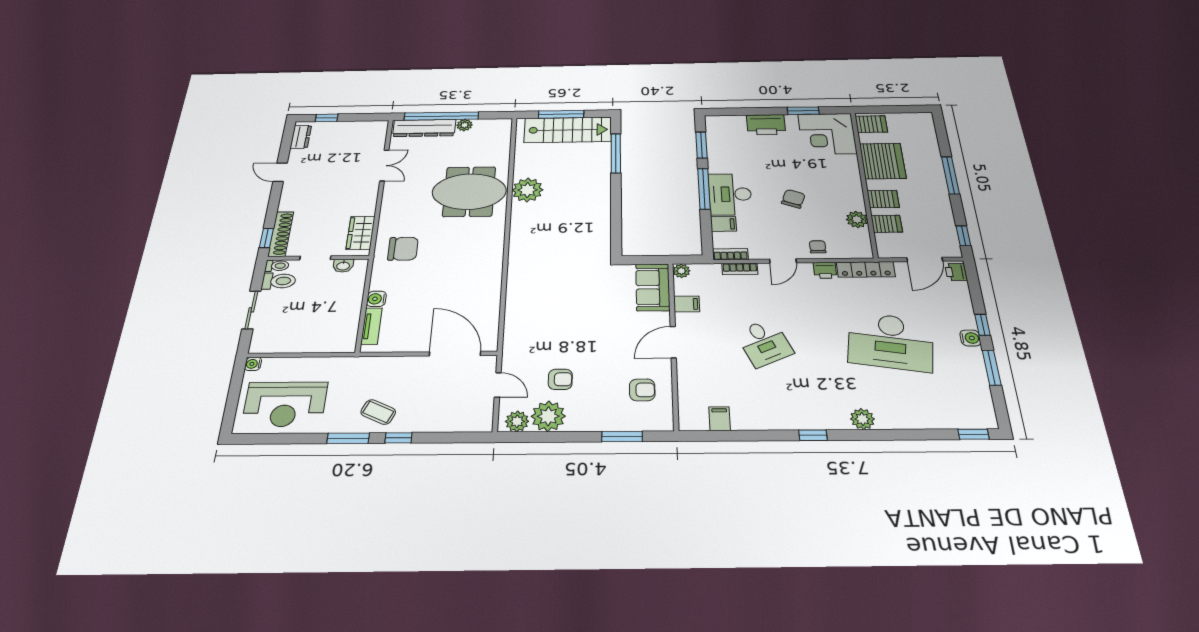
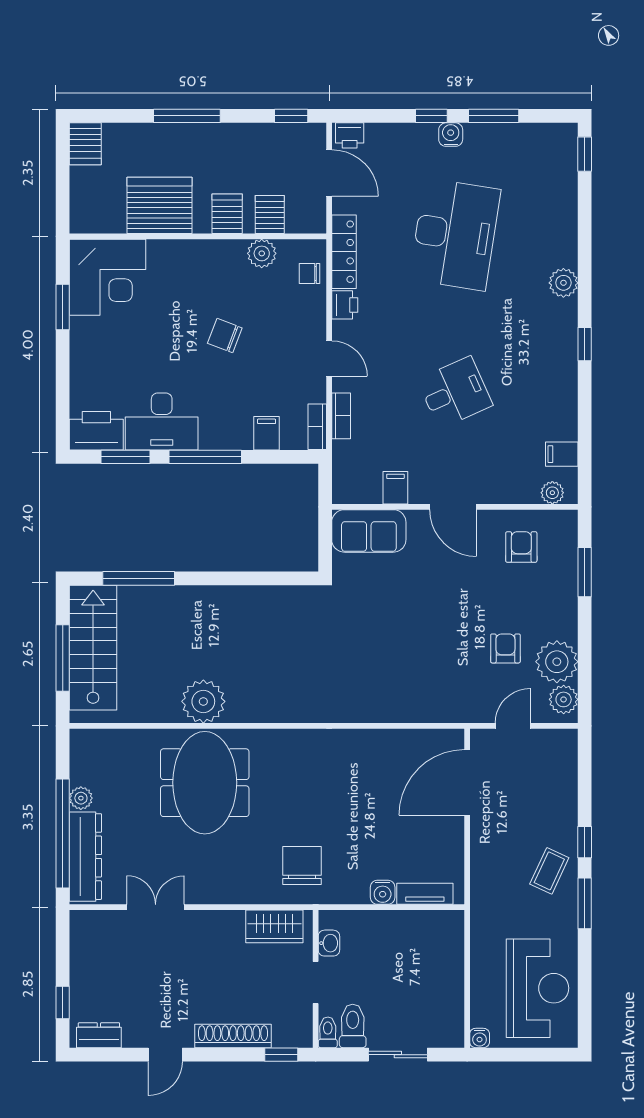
server rack: (871, 124) -> (85, 144), moved, turned 180
printer: (766, 125) -> (96, 431), moved, turned -90
desk: (730, 194) -> (162, 421), moved
shoe rack: (281, 234) -> (233, 1036), moved
chair: (818, 247) -> (309, 273), moved
plant: (681, 271) -> (552, 493), moved

